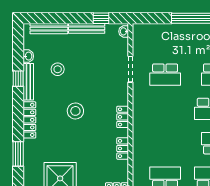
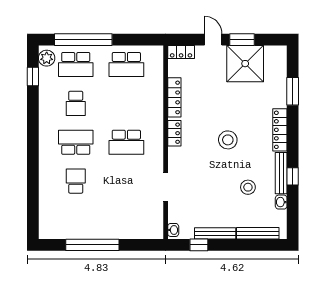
school desk: (165, 75) -> (126, 142), moved, turned 180
locker: (123, 149) -> (174, 97), width x1.53

